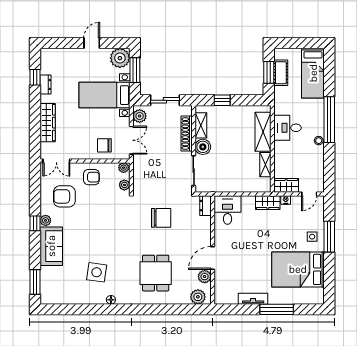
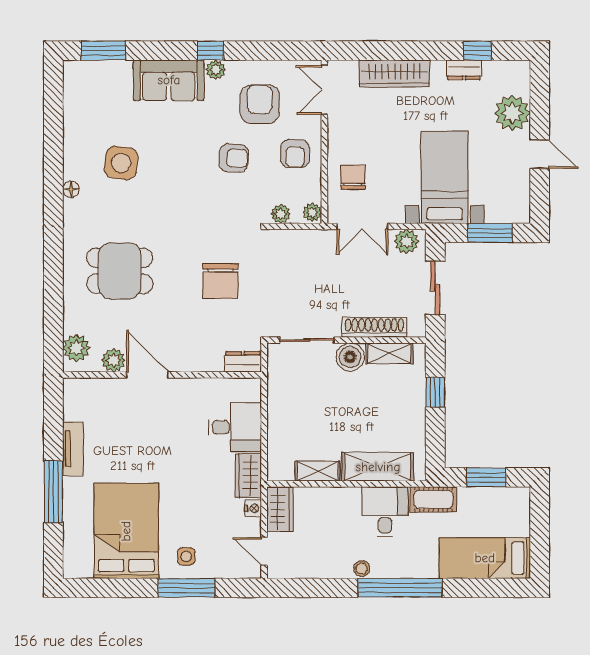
plant: (120, 58) -> (512, 113), moved
cot: (281, 73) -> (433, 499), moved
desk: (228, 210) -> (235, 427), moved
armchair: (94, 211) -> (234, 158), added

